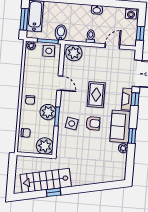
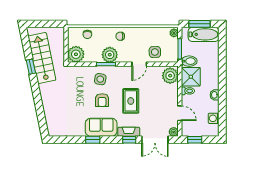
washing machine: (131, 13) -> (214, 118), moved
shower: (77, 32) -> (191, 77), added
side table: (49, 51) -> (155, 52), moved
rug: (96, 95) -> (131, 101), turned 90
plant: (123, 148) -> (174, 132), moved

